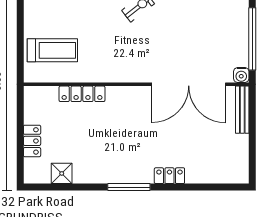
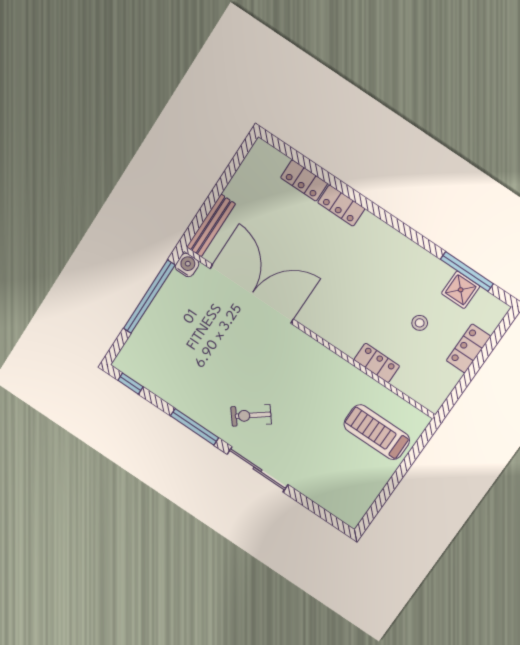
locker: (82, 94) -> (377, 363), width x0.66
stool: (73, 136) -> (420, 323), added
locker: (203, 176) -> (304, 181), added
window: (129, 187) -> (467, 271), moved

